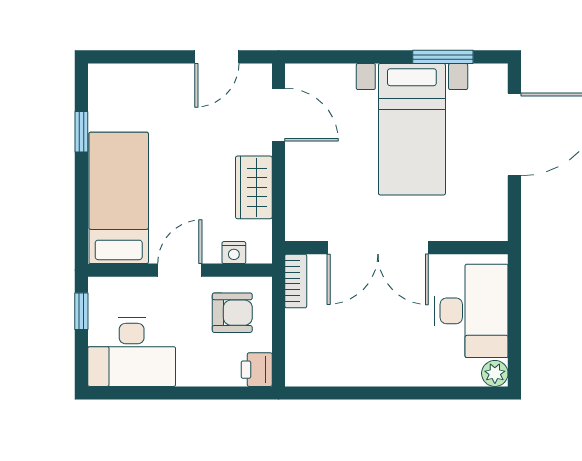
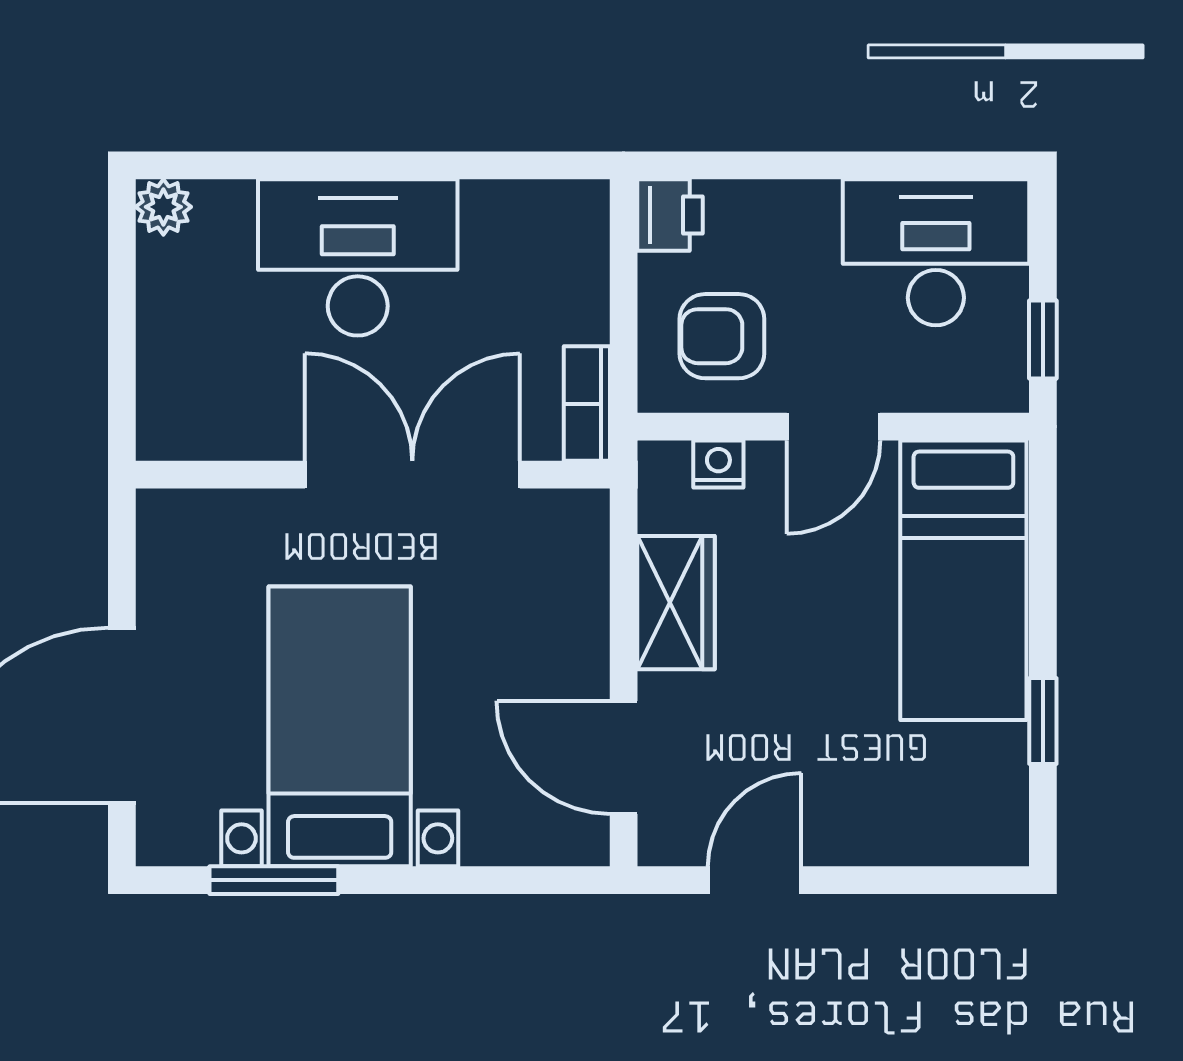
desk: (471, 311) -> (358, 257), moved, turned 90

